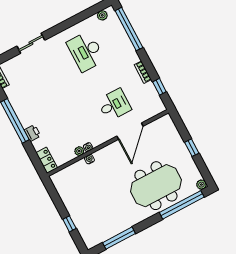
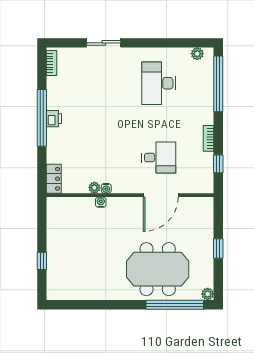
printer: (32, 133) -> (54, 119), moved
window: (119, 238) -> (88, 305), removed

